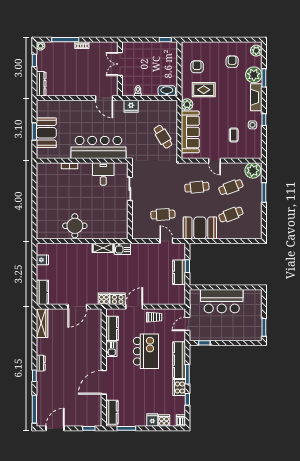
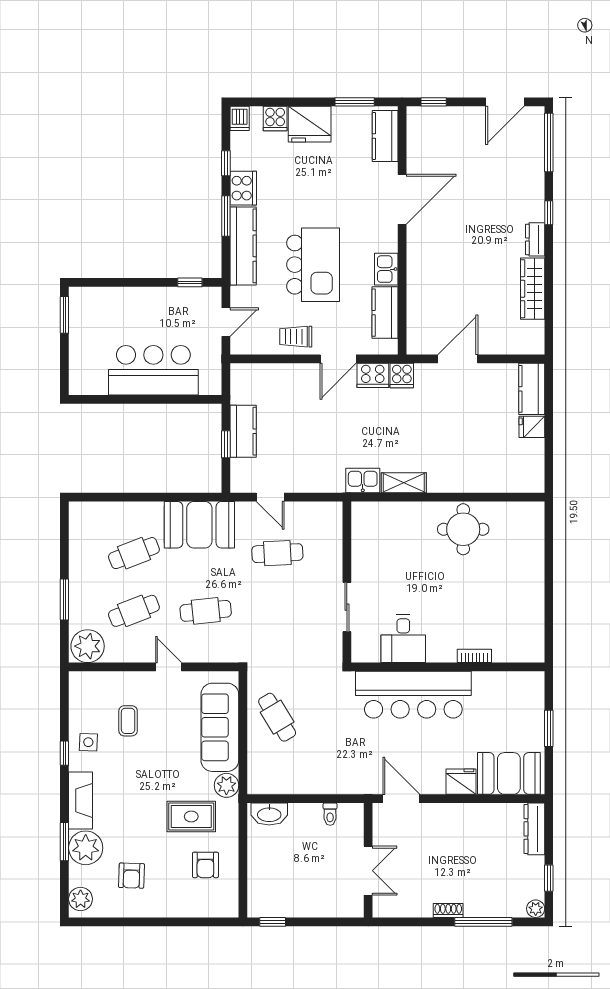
fridge: (131, 106) -> (461, 782), moved
booth: (46, 133) -> (509, 773), moved, turned 90
fridge: (42, 260) -> (532, 427), moved
wardrobe: (42, 323) -> (533, 289), moved
kitchen island: (146, 351) -> (313, 265), turned 180
fridge: (152, 420) -> (310, 124), width x1.88, depth x1.34

